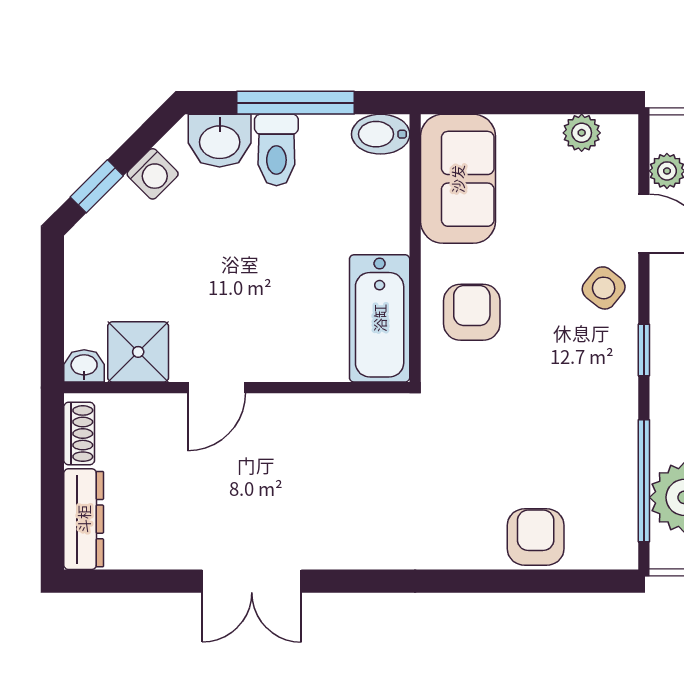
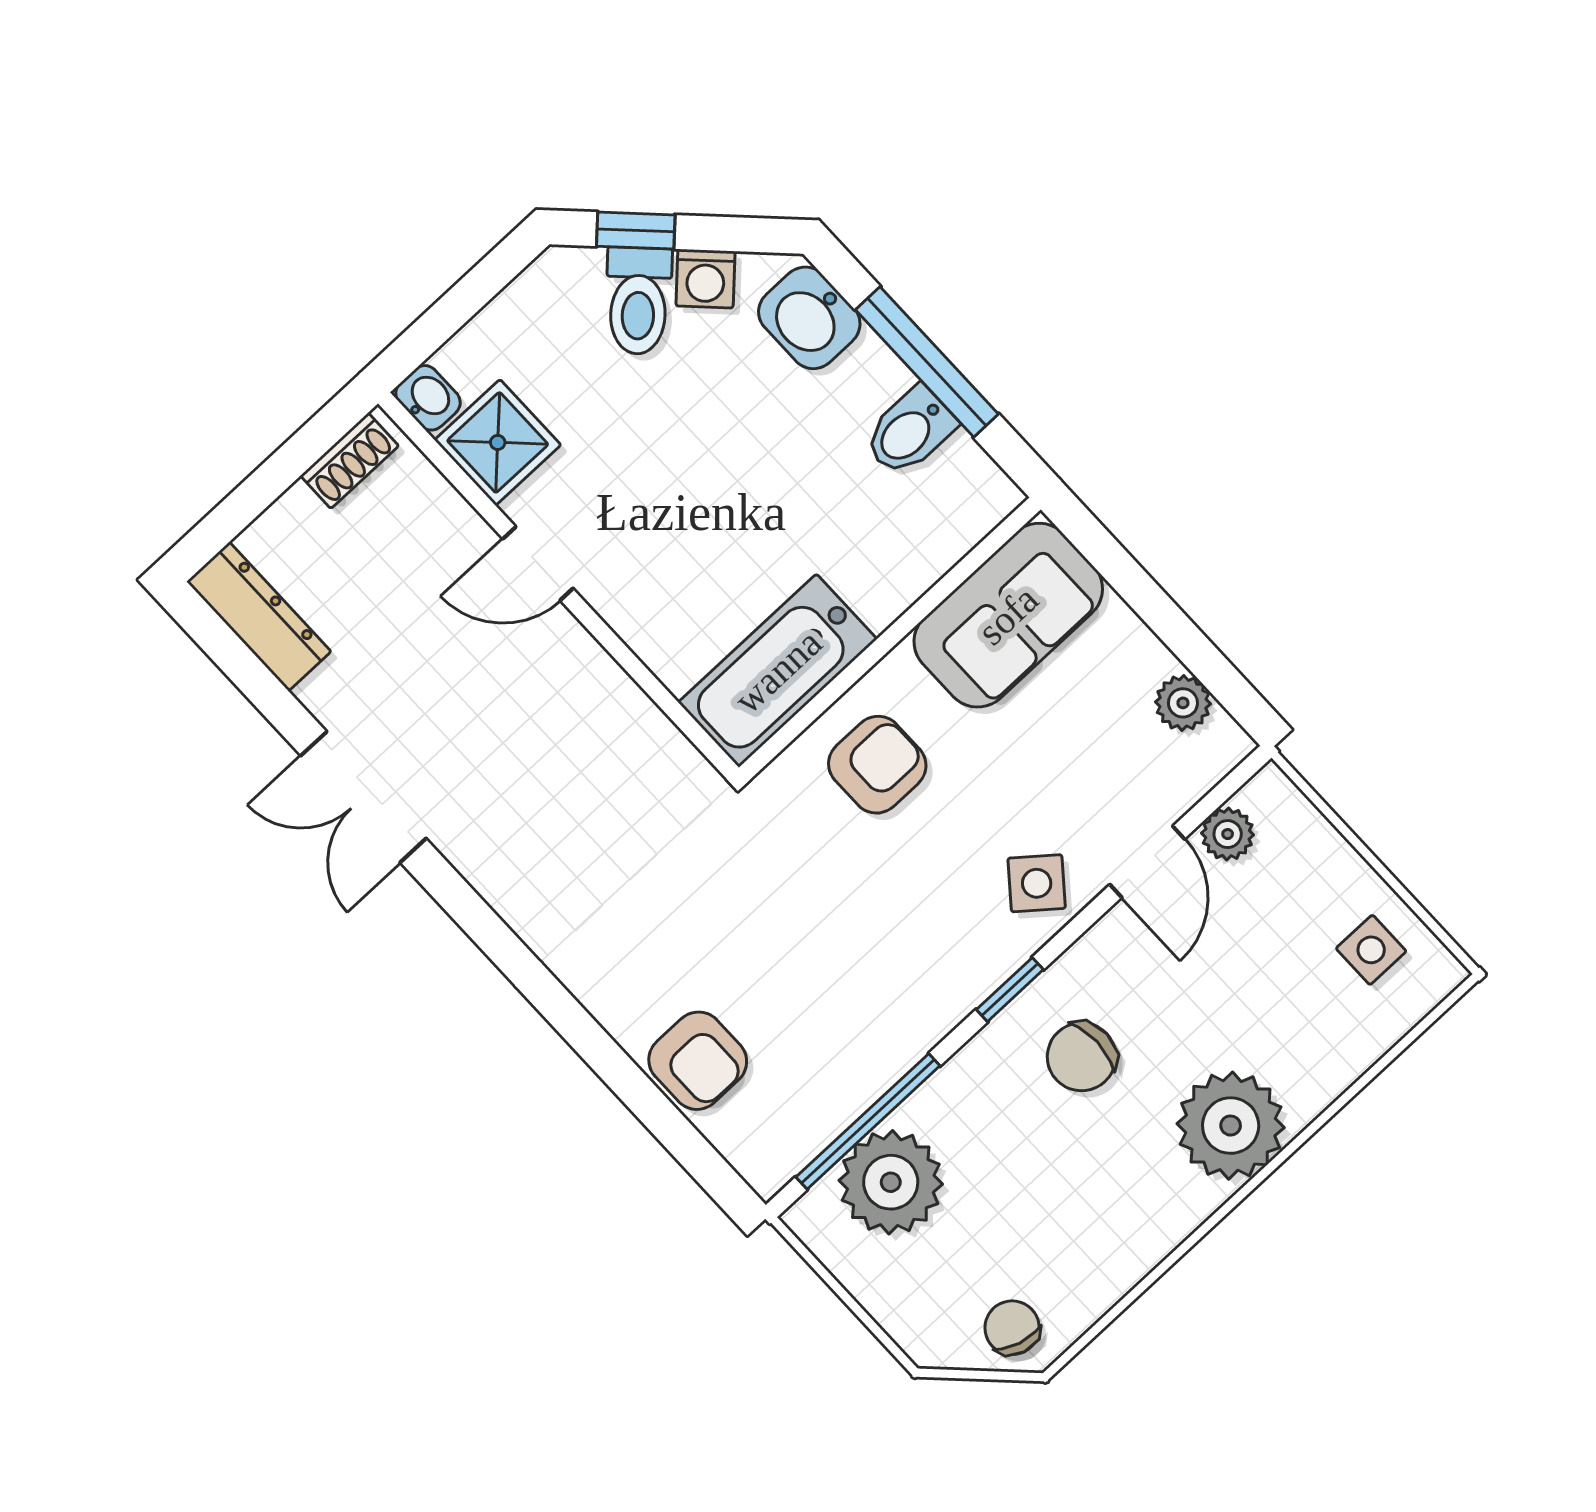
bidet: (381, 134) -> (910, 431), moved, turned -90
toilet: (276, 150) -> (638, 301), moved, turned -45
dresser: (84, 519) -> (259, 616), moved, turned -90
armchair: (536, 537) -> (698, 1061), turned 90

